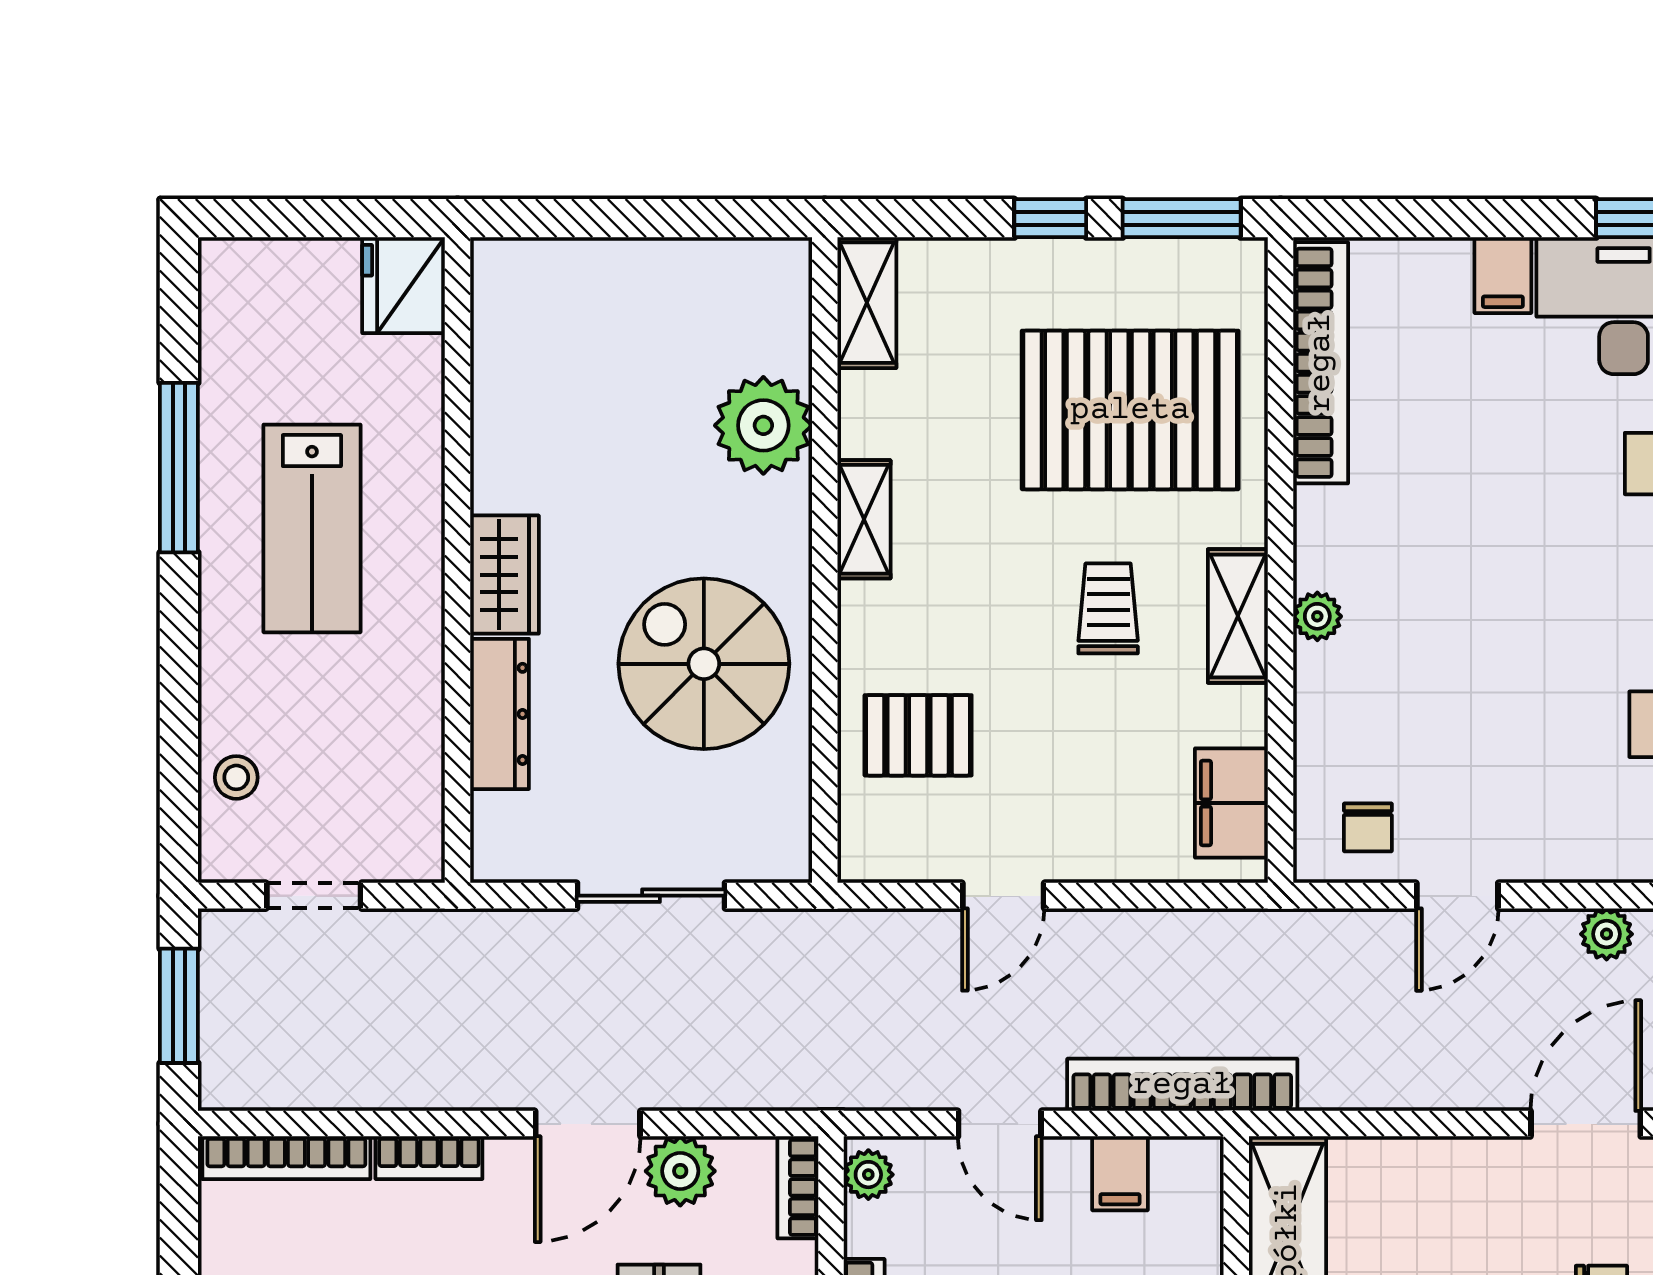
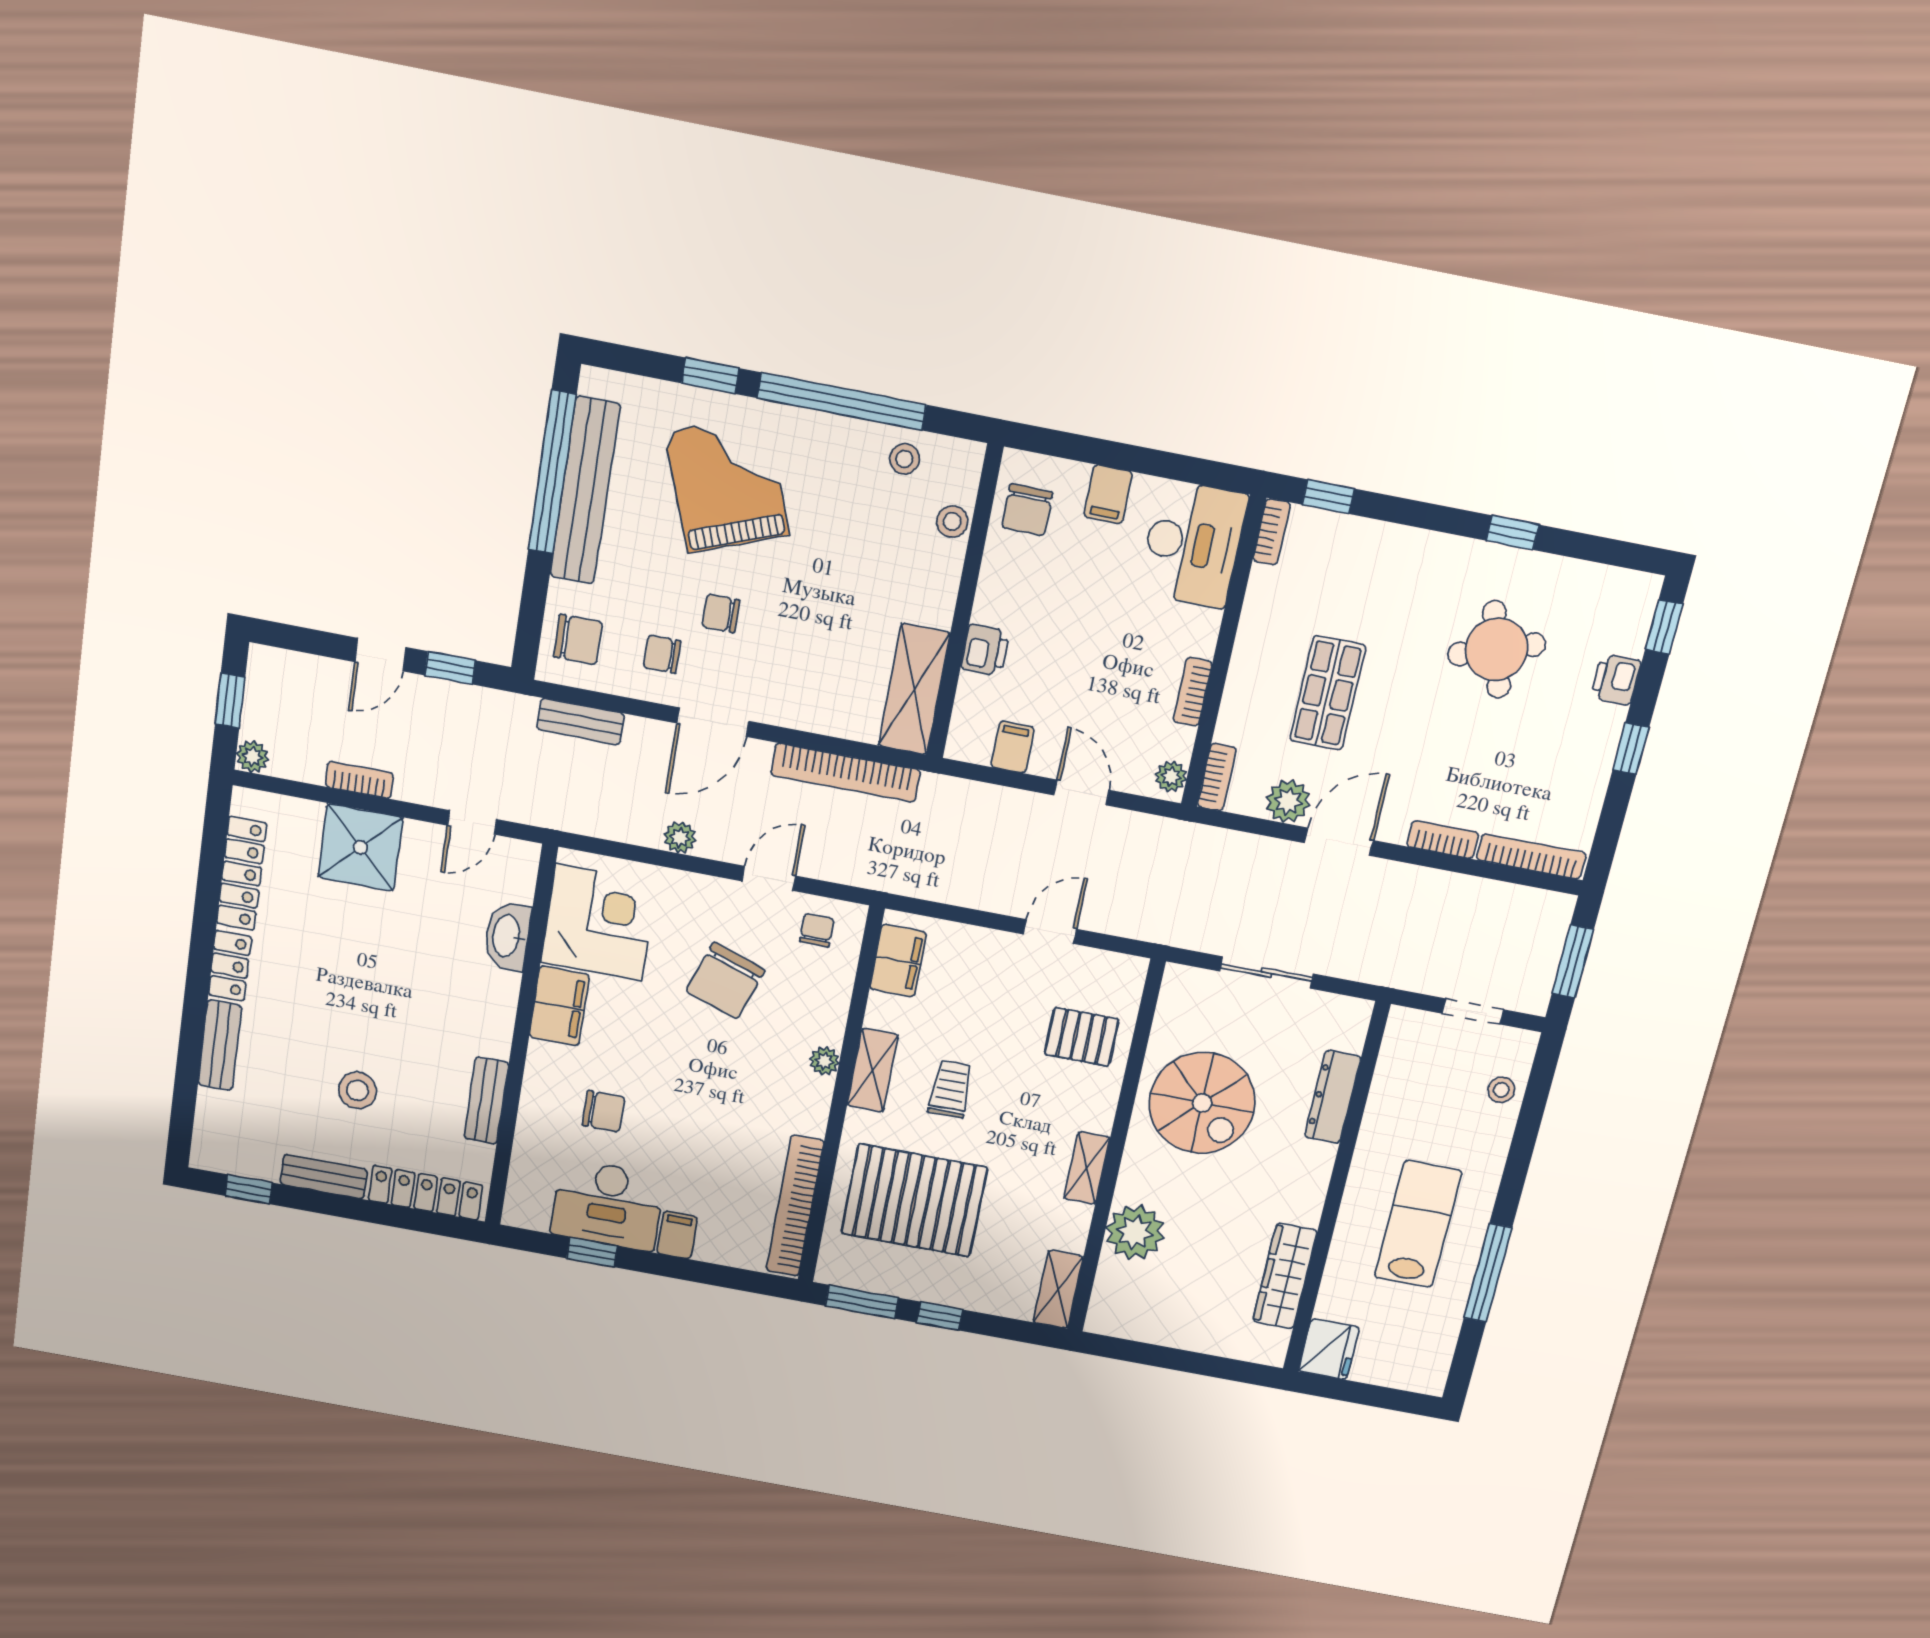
wardrobe: (504, 575) -> (1285, 1276), moved, width x1.50
trolley: (1108, 608) -> (951, 1089), turned 180
chair: (1497, 718) -> (725, 981), added
bookcase: (1182, 1085) -> (846, 773), moved

